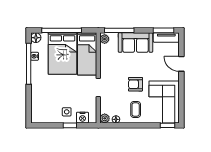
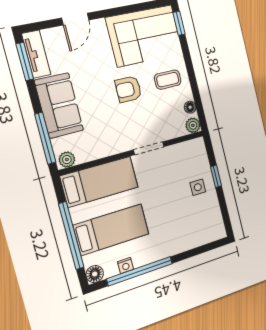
bed: (63, 54) -> (111, 230), width x0.67
armchair: (135, 84) -> (128, 89), turned 90
nightstand: (82, 118) -> (200, 160), removed

